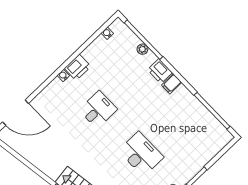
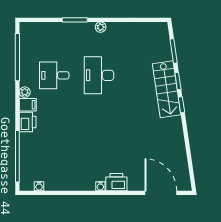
plant: (142, 49) -> (25, 92), moved
printer: (78, 67) -> (116, 182), moved
desk: (98, 110) -> (54, 75), moved

